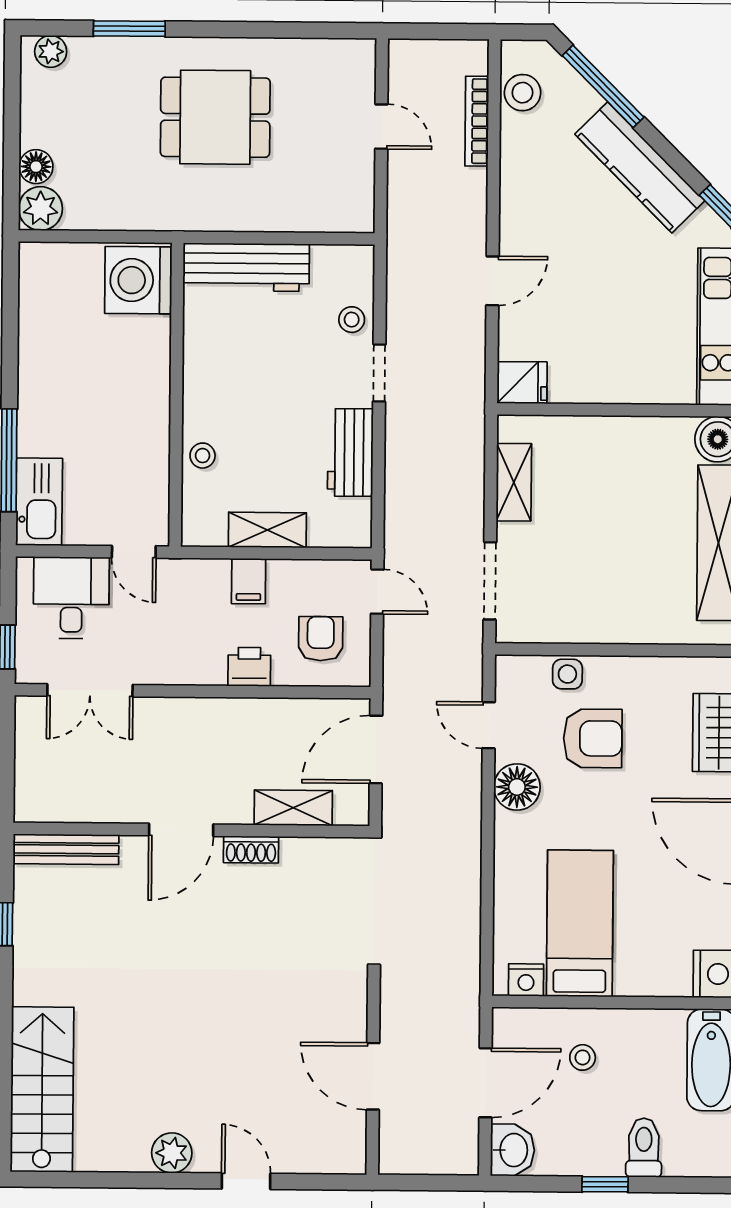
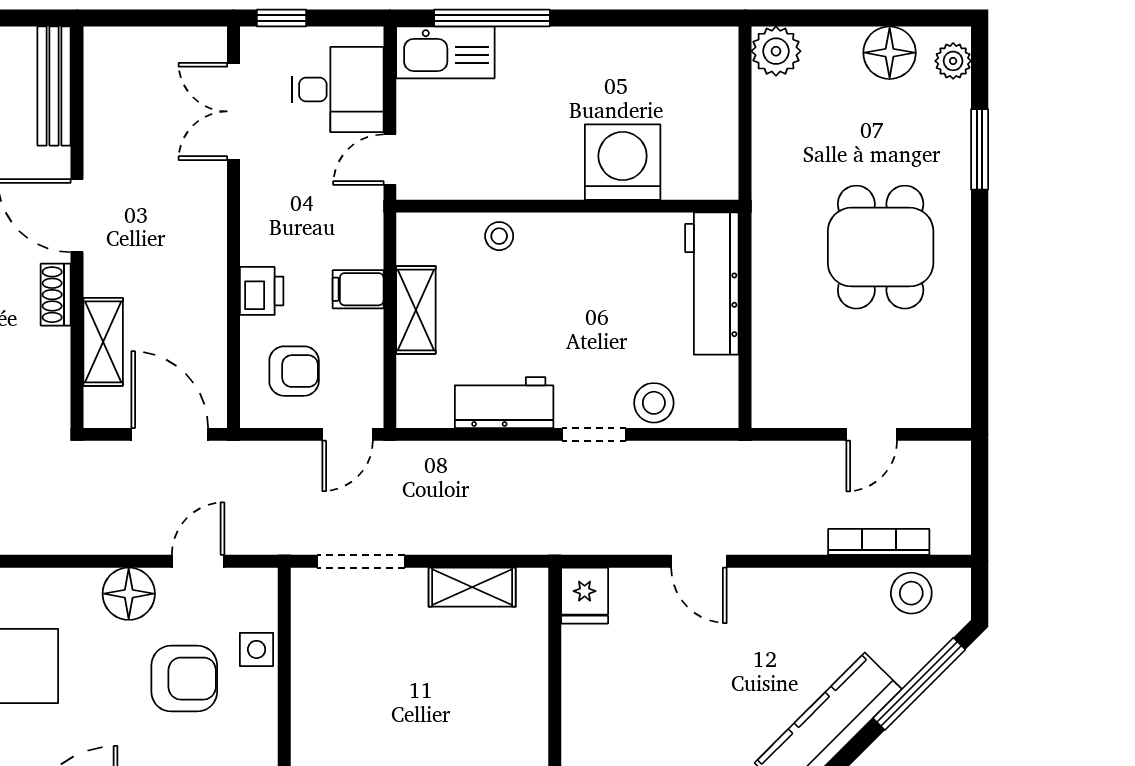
floor lamp: (36, 167) -> (890, 53), moved, width x1.38, depth x1.38
washing machine: (138, 280) -> (623, 162), moved
stool: (352, 320) -> (654, 403), width x1.37, depth x1.37
armchair: (593, 738) -> (184, 679), turned -90

